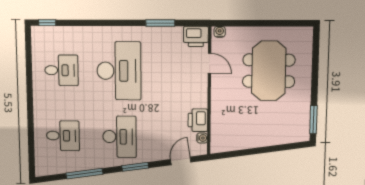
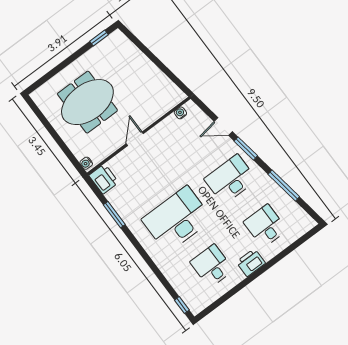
door: (210, 63) -> (135, 139), moved
printer: (198, 120) -> (251, 263), moved, turned 180
window: (313, 120) -> (99, 38), width x0.67
door: (181, 161) -> (223, 127), moved

